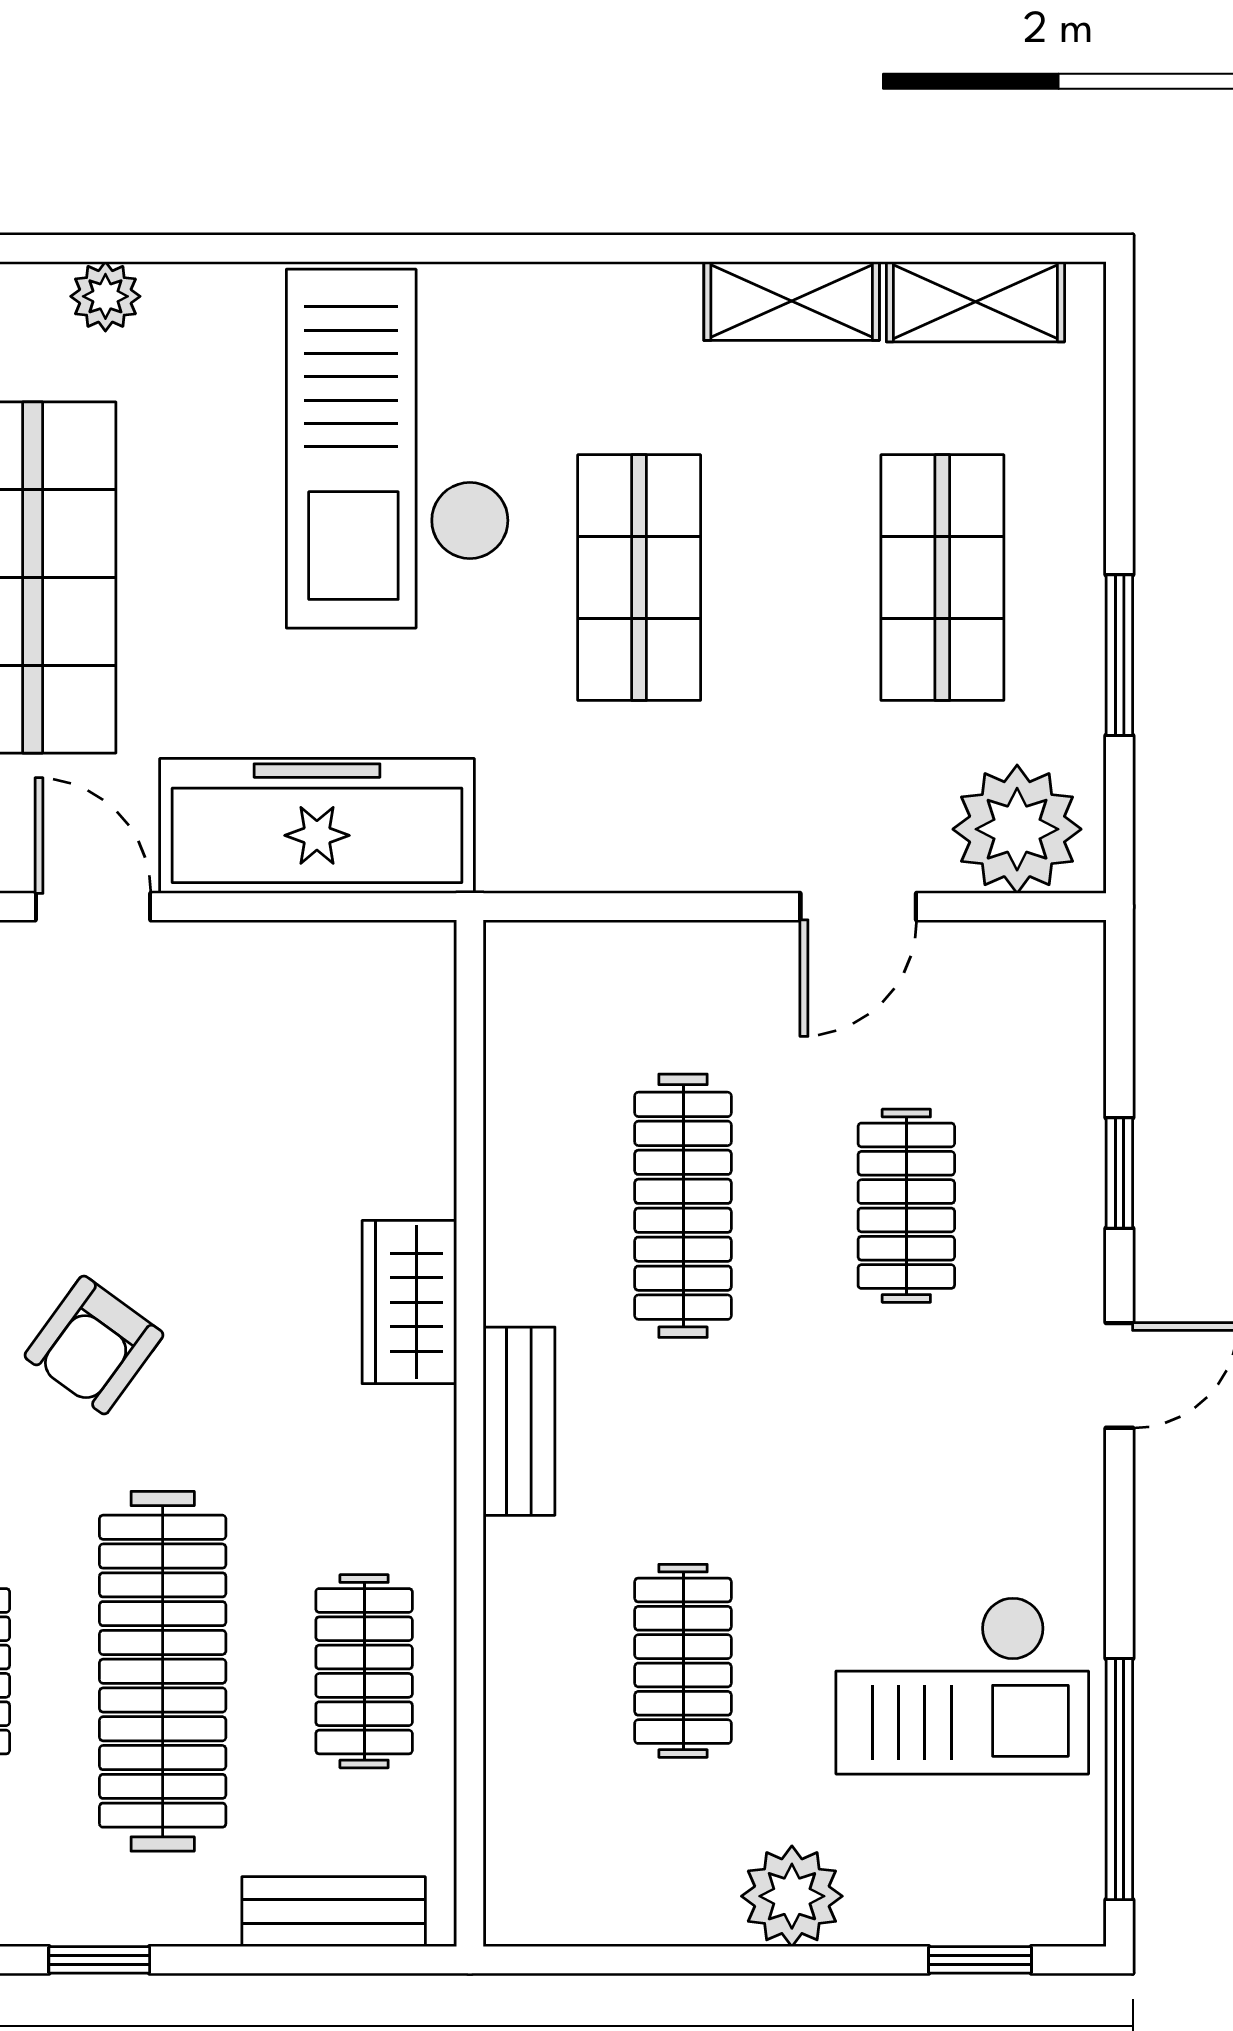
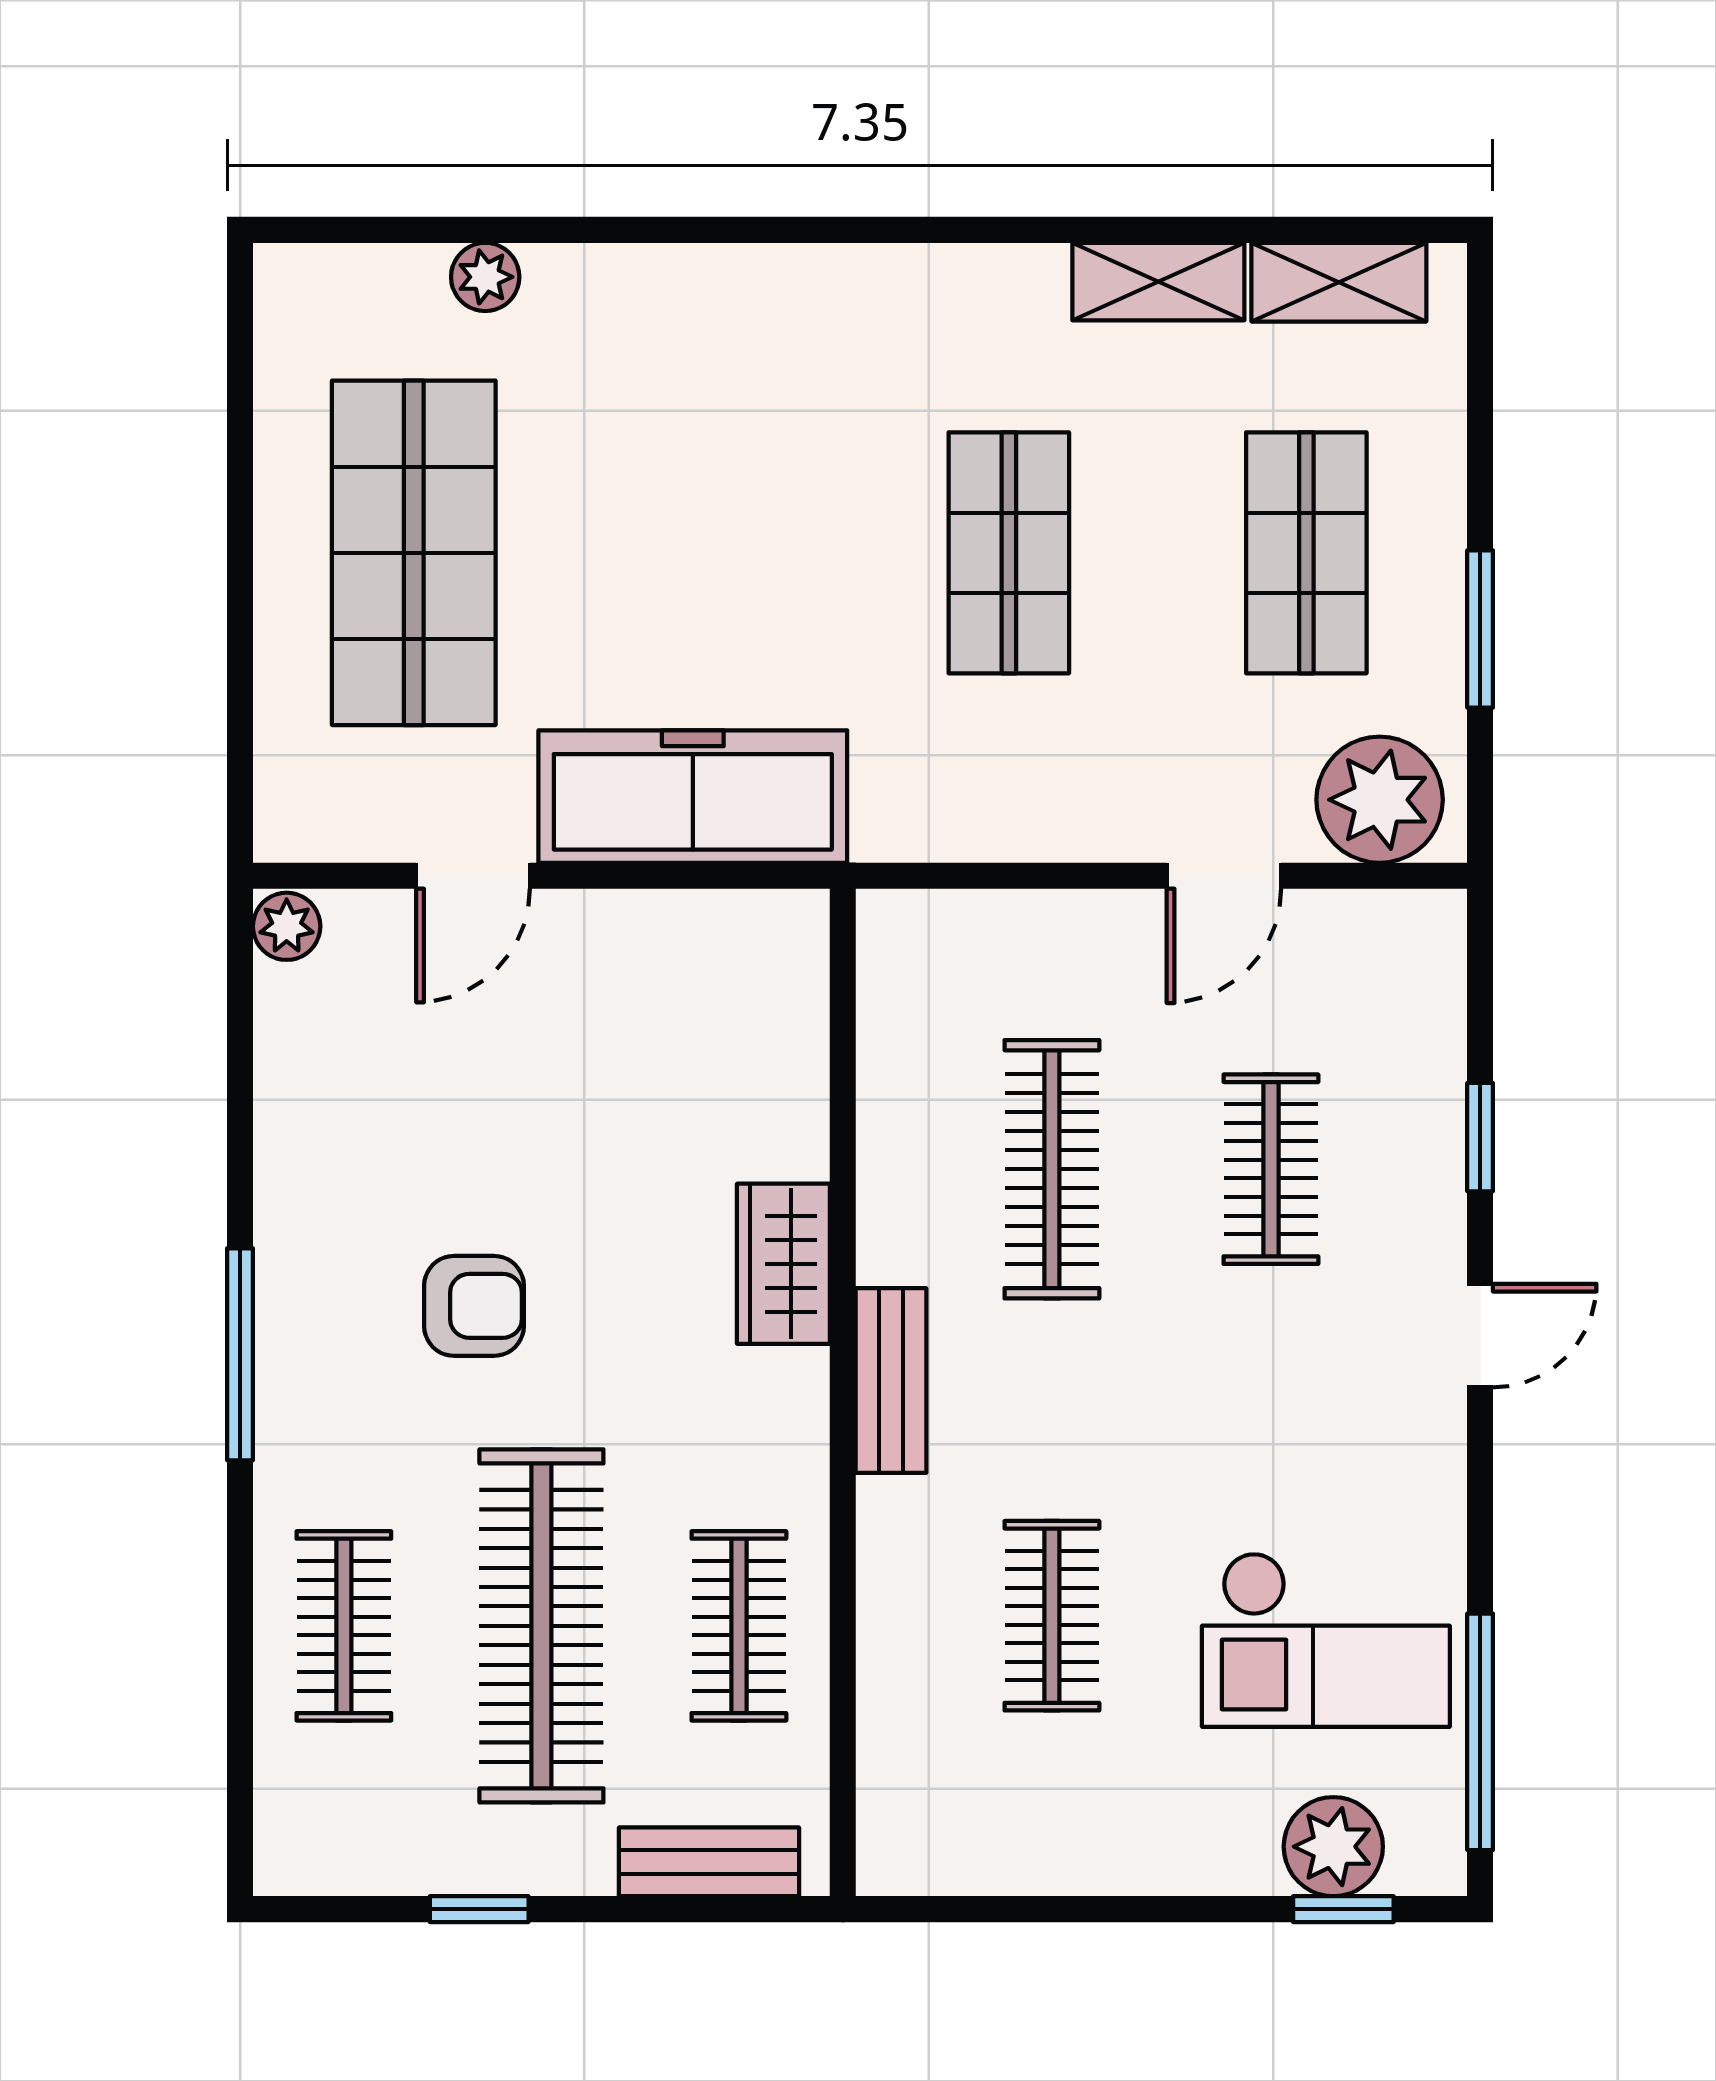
checkout: (398, 449) -> (772, 426), removed
door: (93, 907) -> (473, 876), swing flipped
armchair: (94, 1345) -> (474, 1306), turned -126
plant: (792, 1896) -> (1333, 1847), moved

